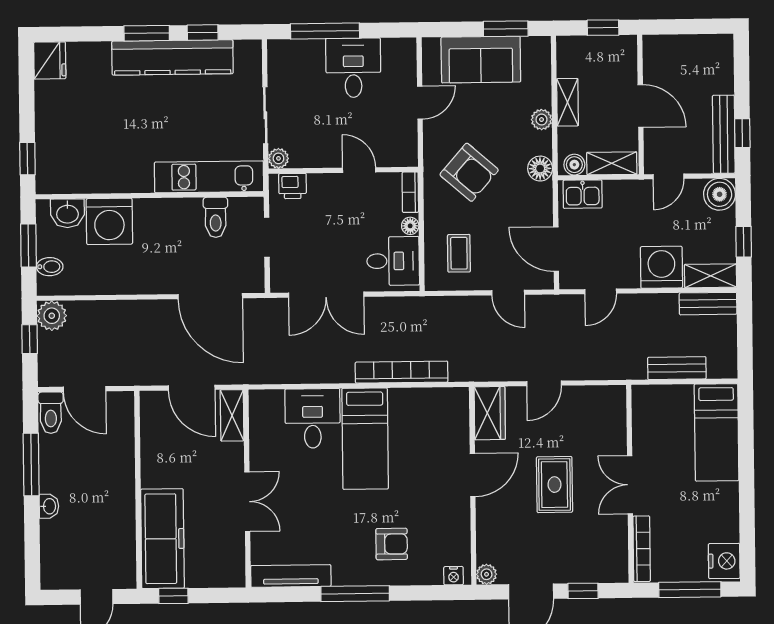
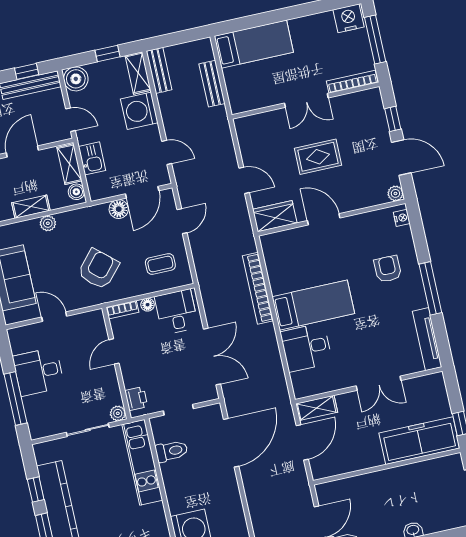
floor lamp: (540, 169) -> (119, 209), moved
kitchen sink: (583, 194) -> (92, 158), moved
double door: (247, 502) -> (379, 383), swing flipped

